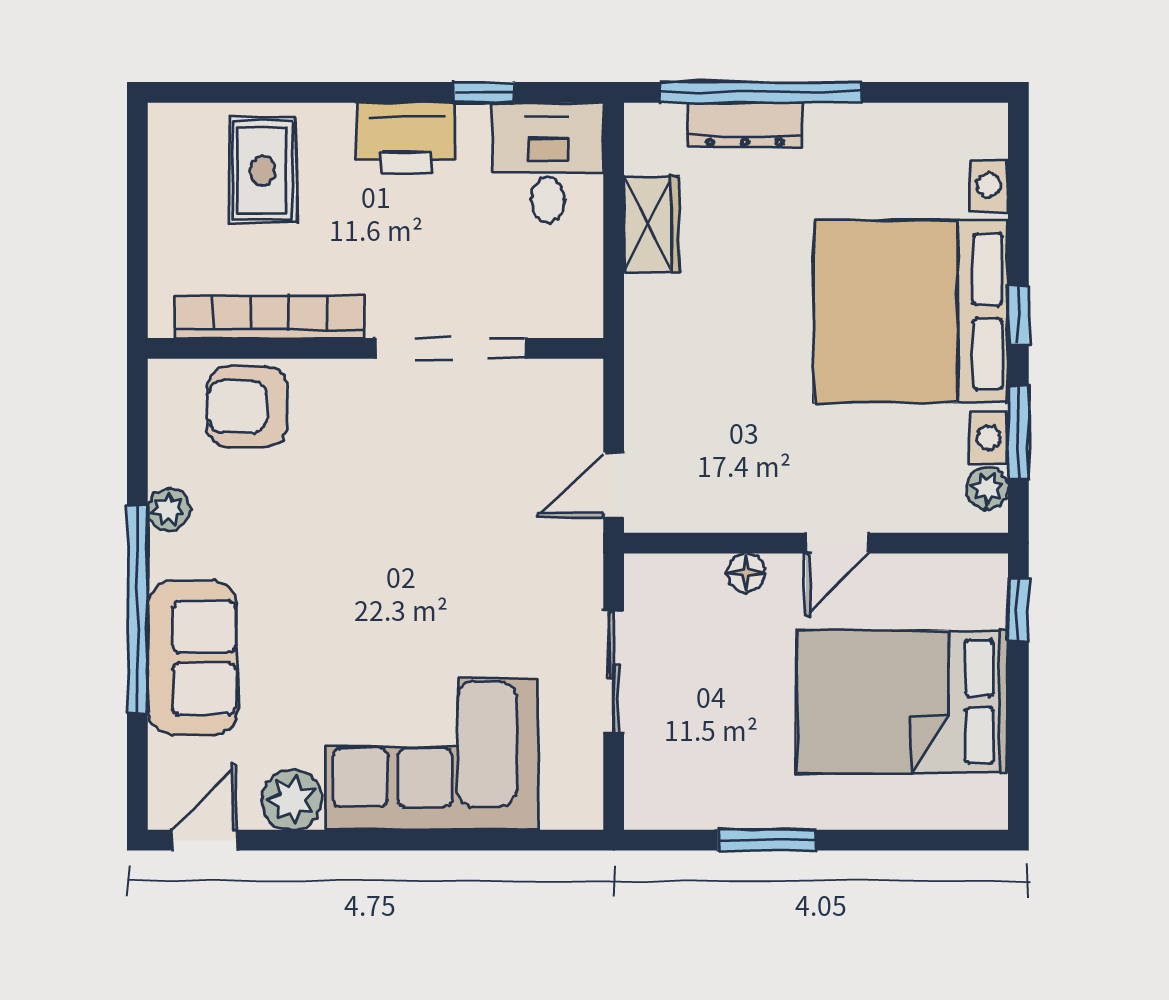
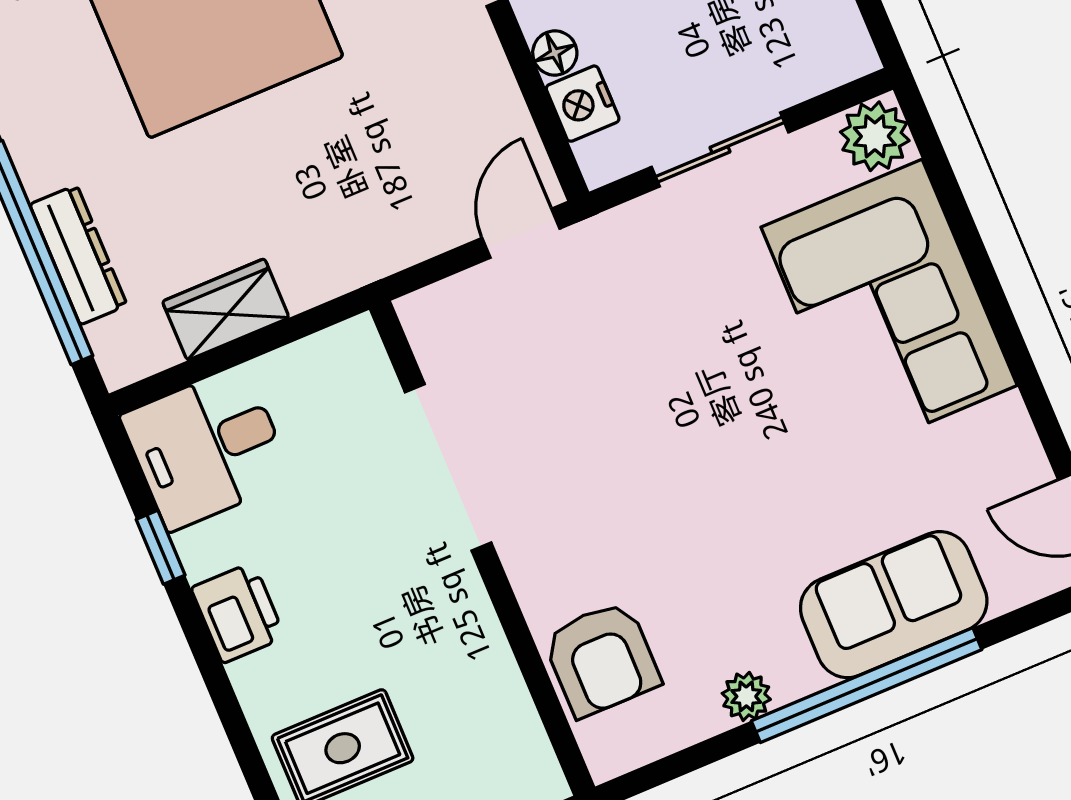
printer: (406, 138) -> (238, 613), width x0.73, depth x0.84
bookcase: (270, 317) -> (495, 674), removed
door: (614, 485) -> (521, 233), swing flipped
nightstand: (696, 578) -> (583, 104), added
plant: (292, 800) -> (875, 136), moved

